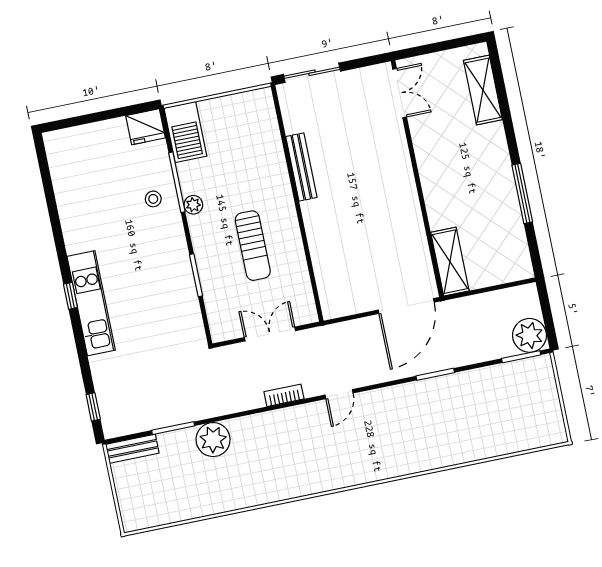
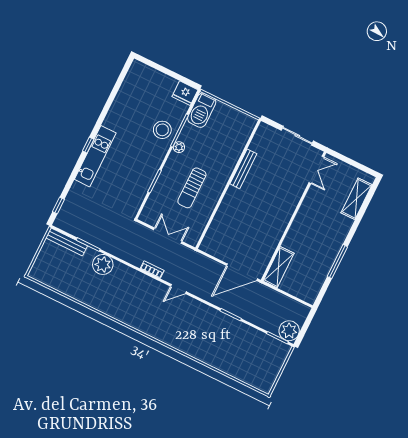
sliding door: (312, 73) -> (297, 136), moved
stool: (153, 199) -> (162, 130), width x1.89, depth x1.89
bench: (132, 449) -> (67, 242), width x1.36

